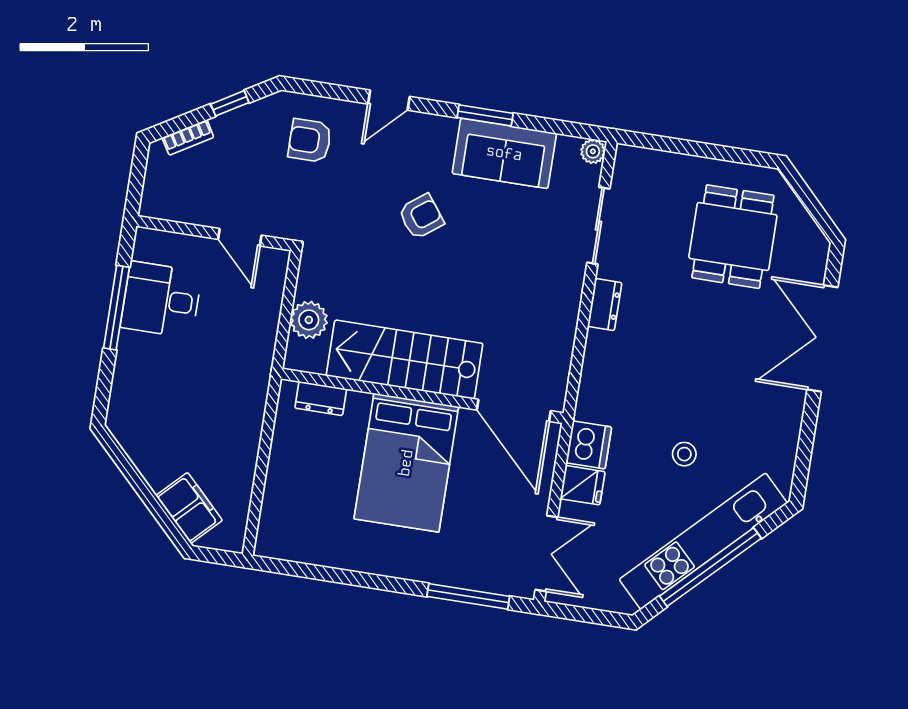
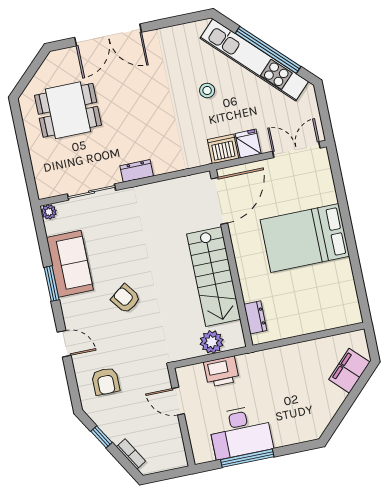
door: (240, 237) -> (178, 401), swing flipped
desk: (161, 300) -> (240, 432), width x1.37
printer: (260, 318) -> (221, 372), added
bed: (406, 463) -> (305, 238), moved, turned 180
window: (468, 596) -> (339, 186), removed

